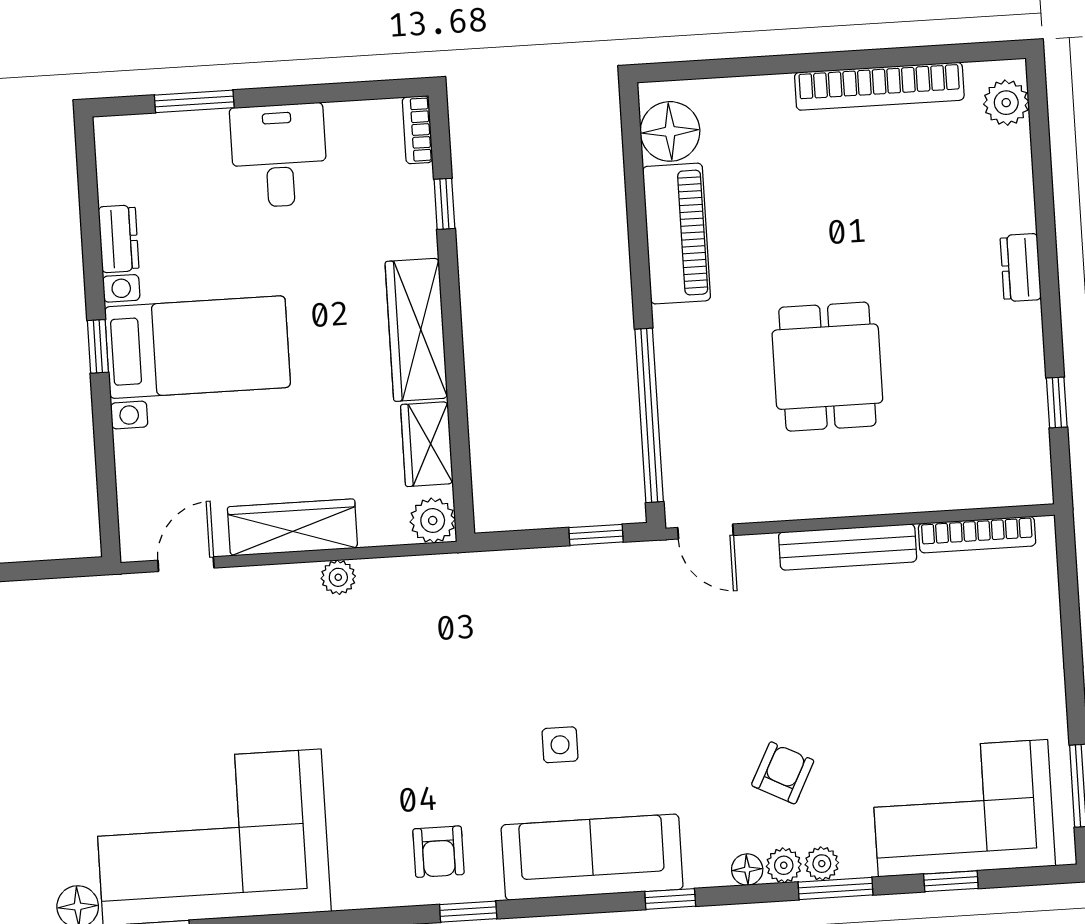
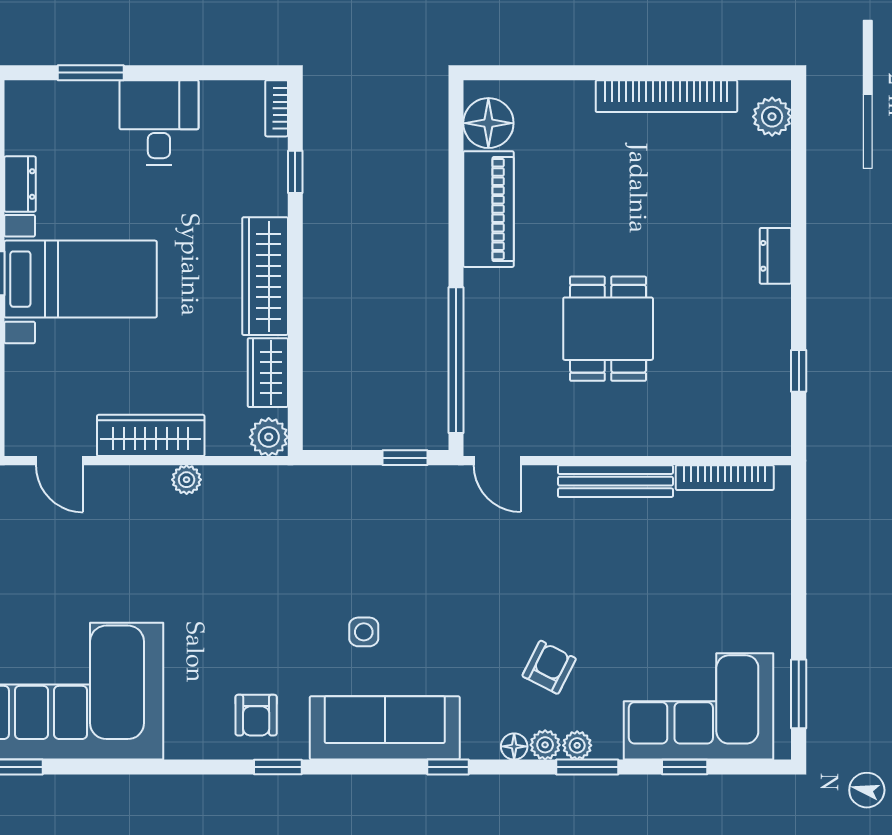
door: (186, 564) -> (59, 461), swing flipped

